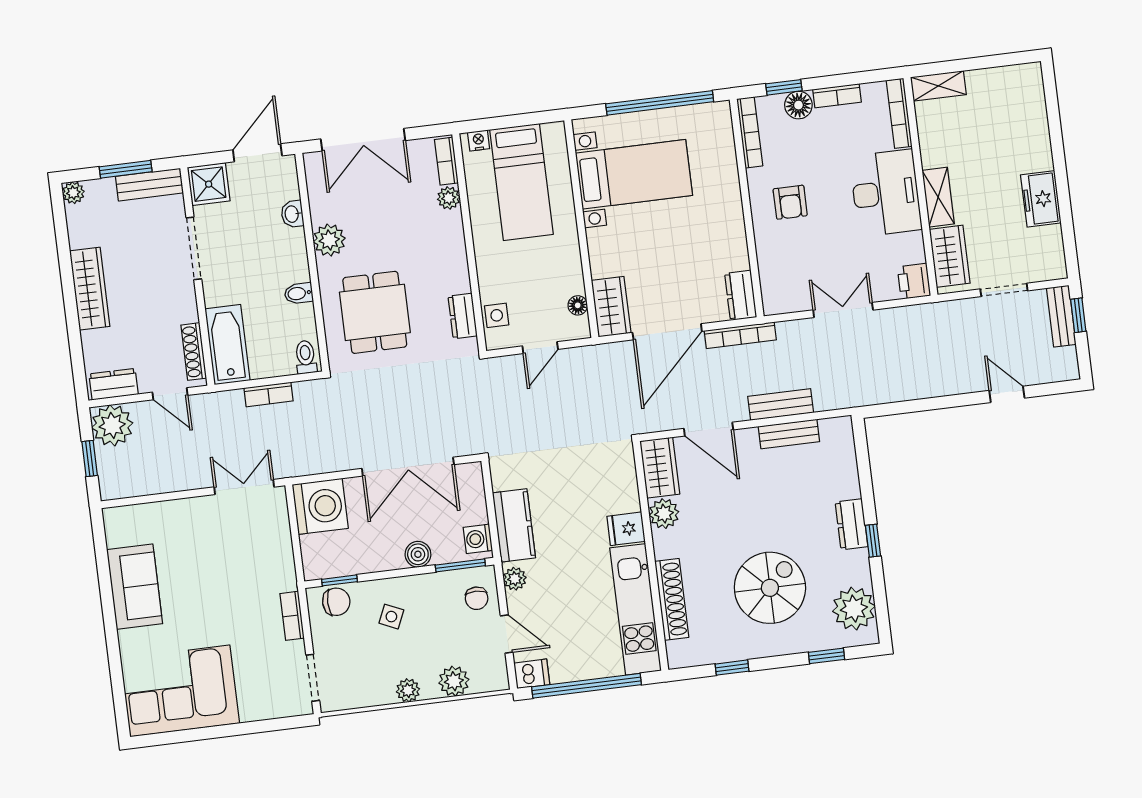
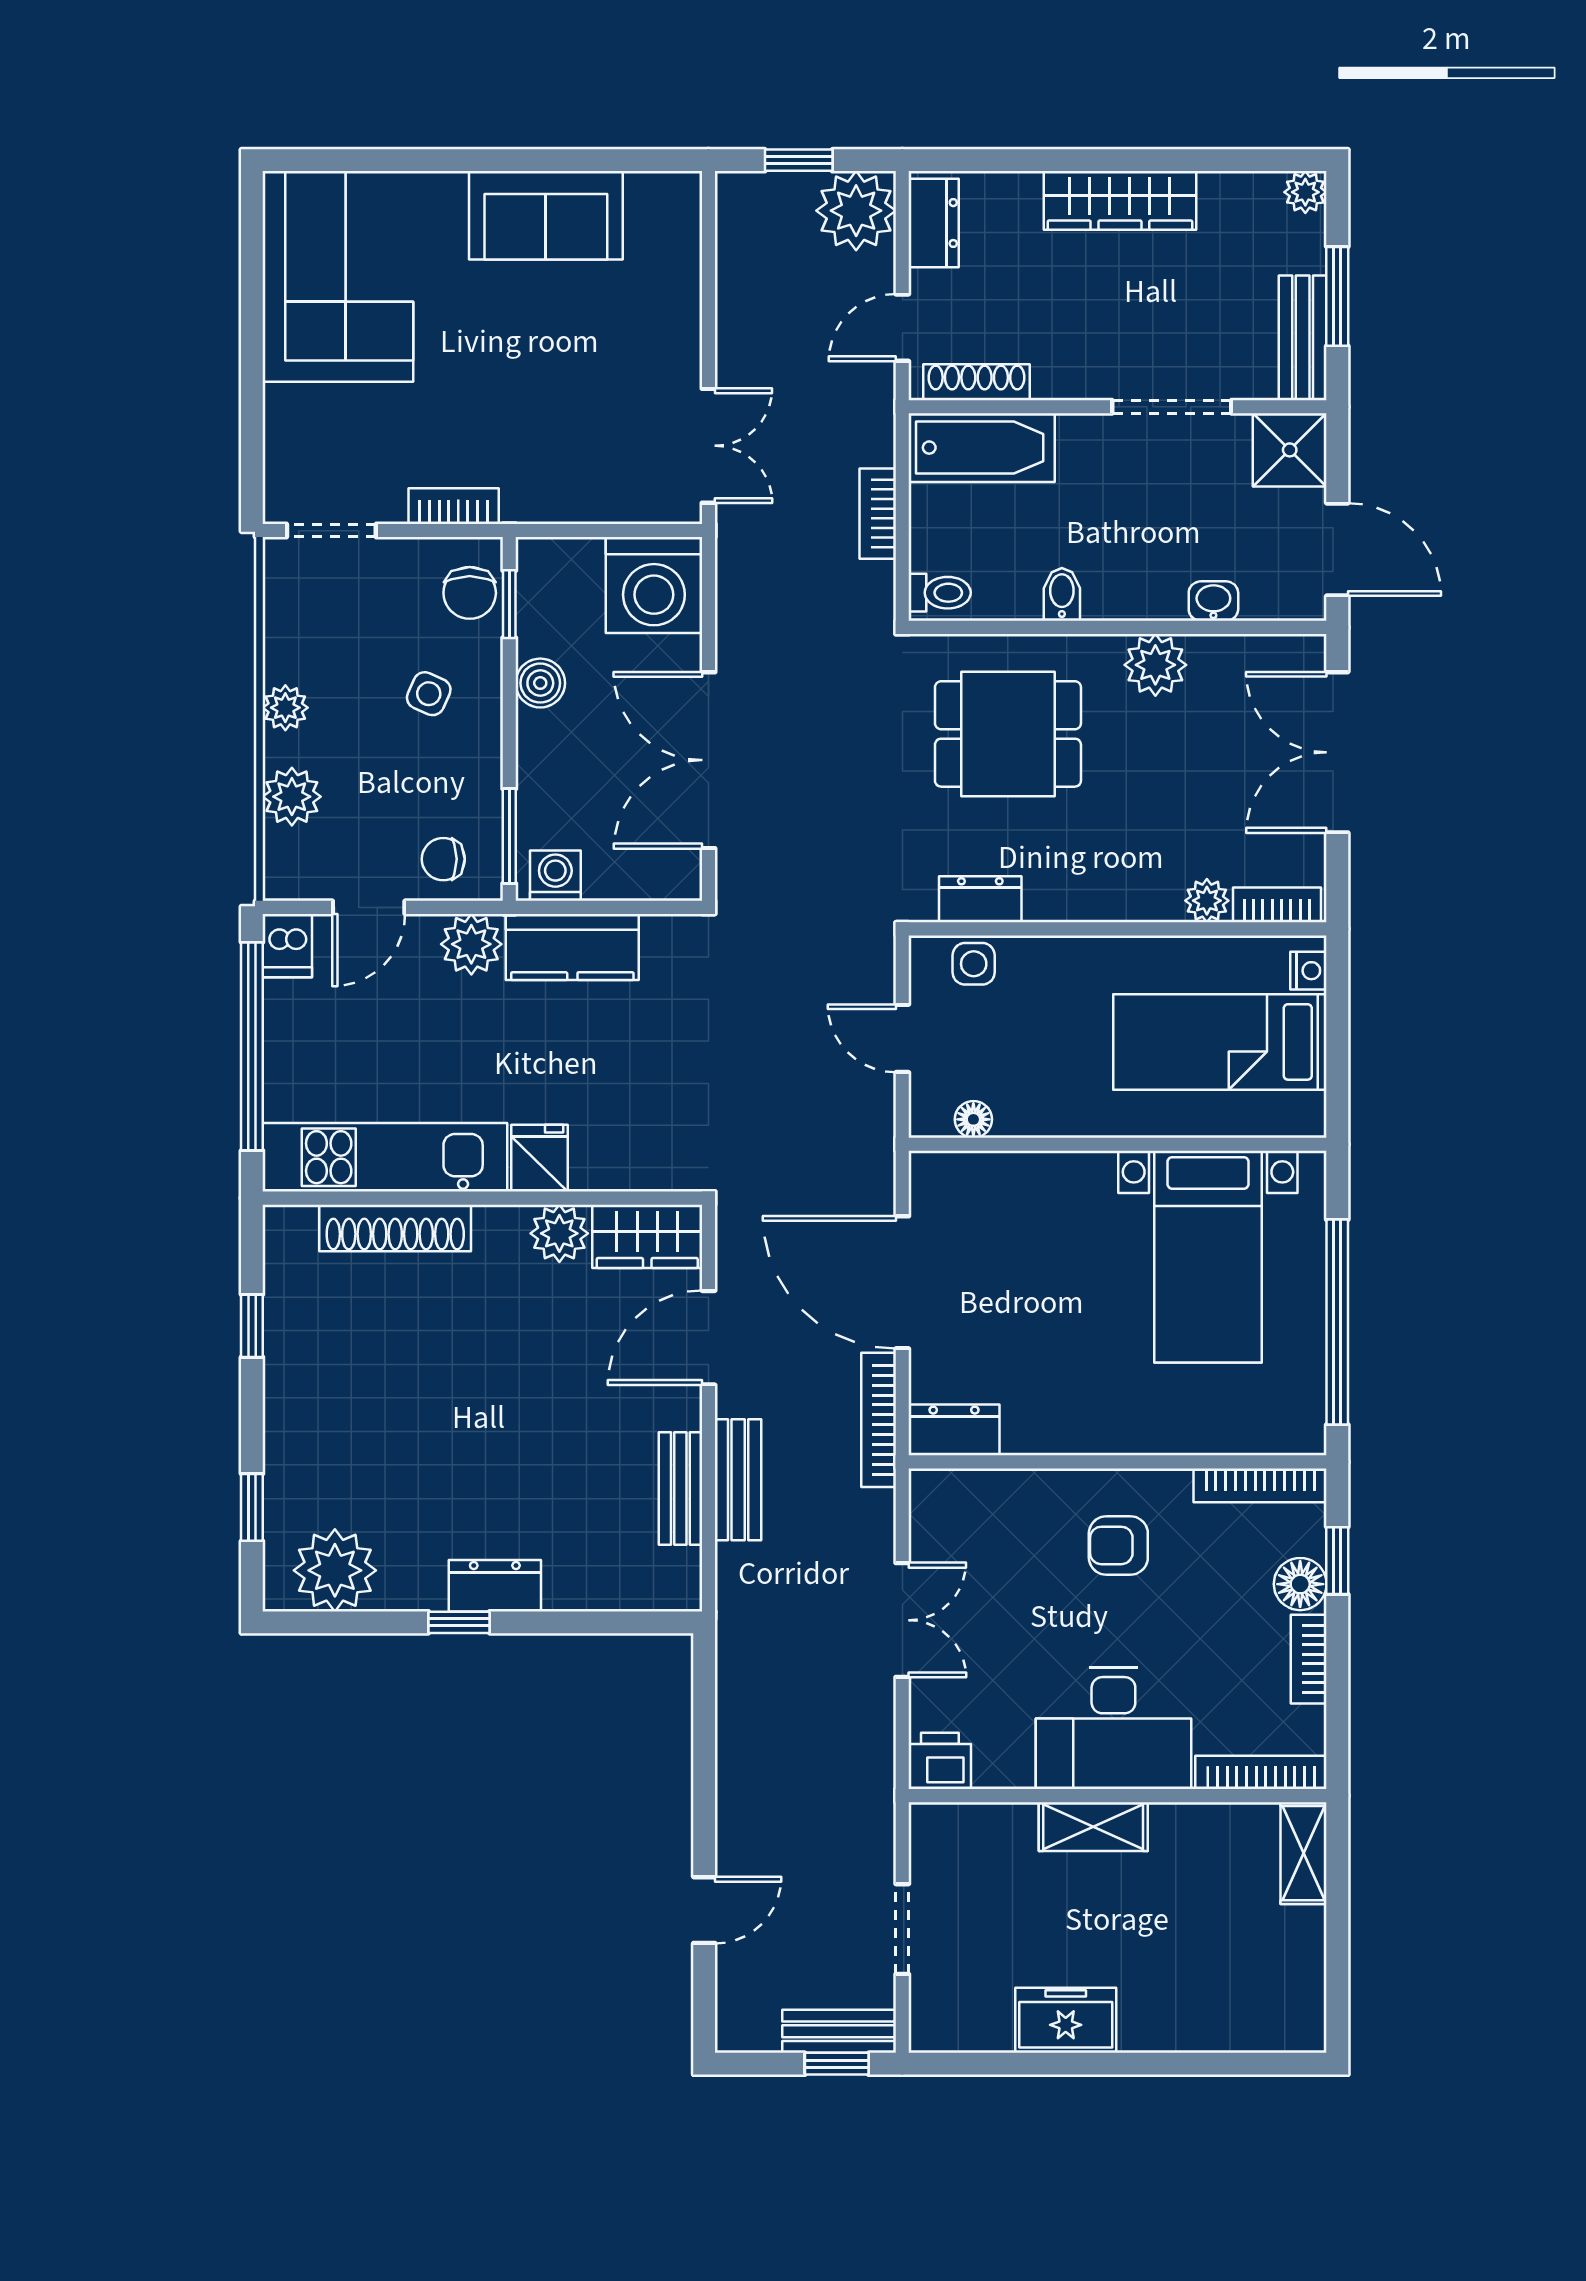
wardrobe: (950, 256) -> (979, 1834), removed
wardrobe: (611, 307) -> (963, 1182), removed
boiler: (418, 554) -> (540, 683), moved
plant: (515, 579) -> (471, 944), width x1.38, depth x1.38
spiral stairs: (770, 588) -> (394, 1416), removed

